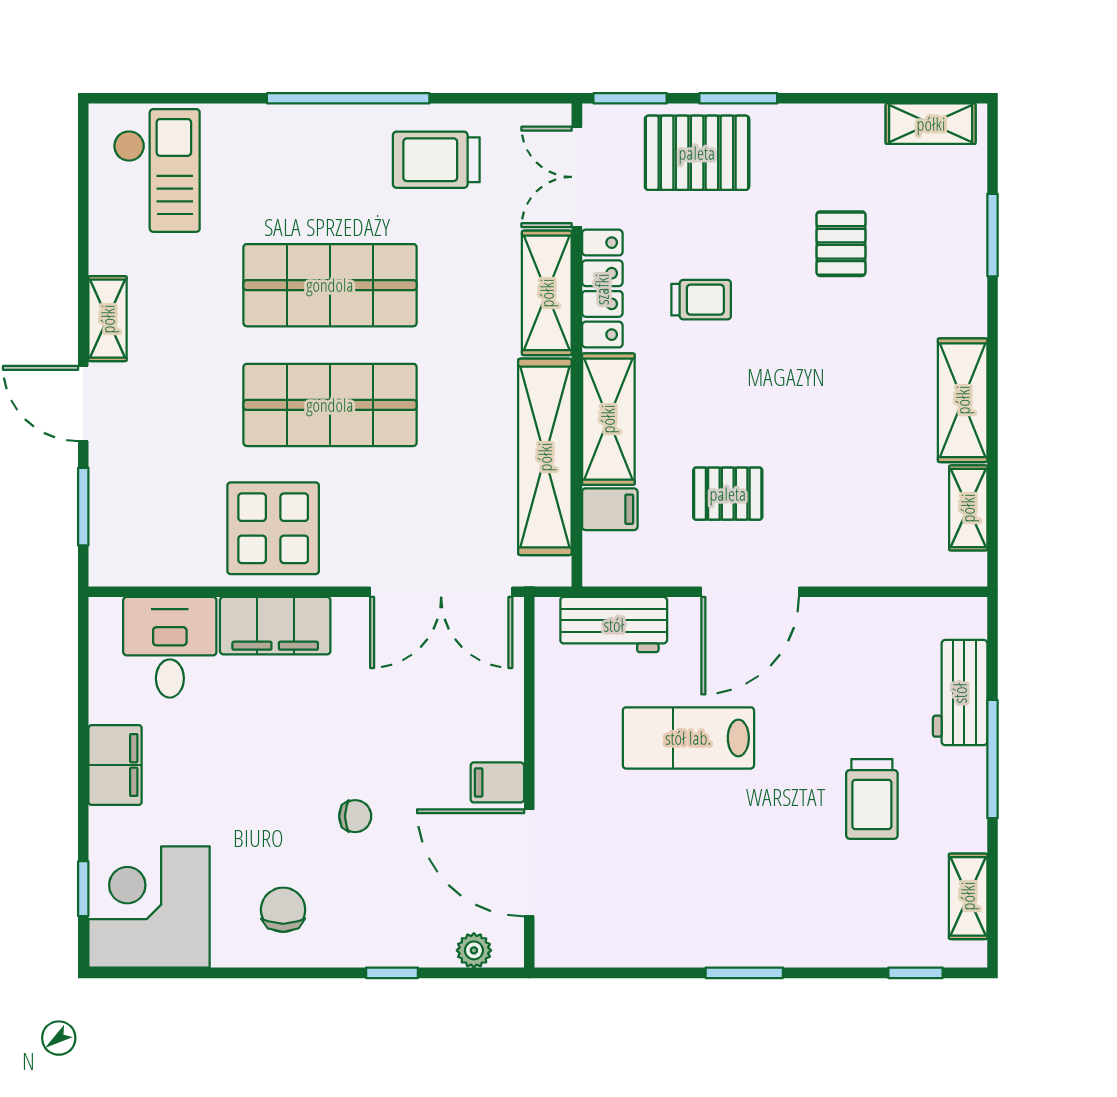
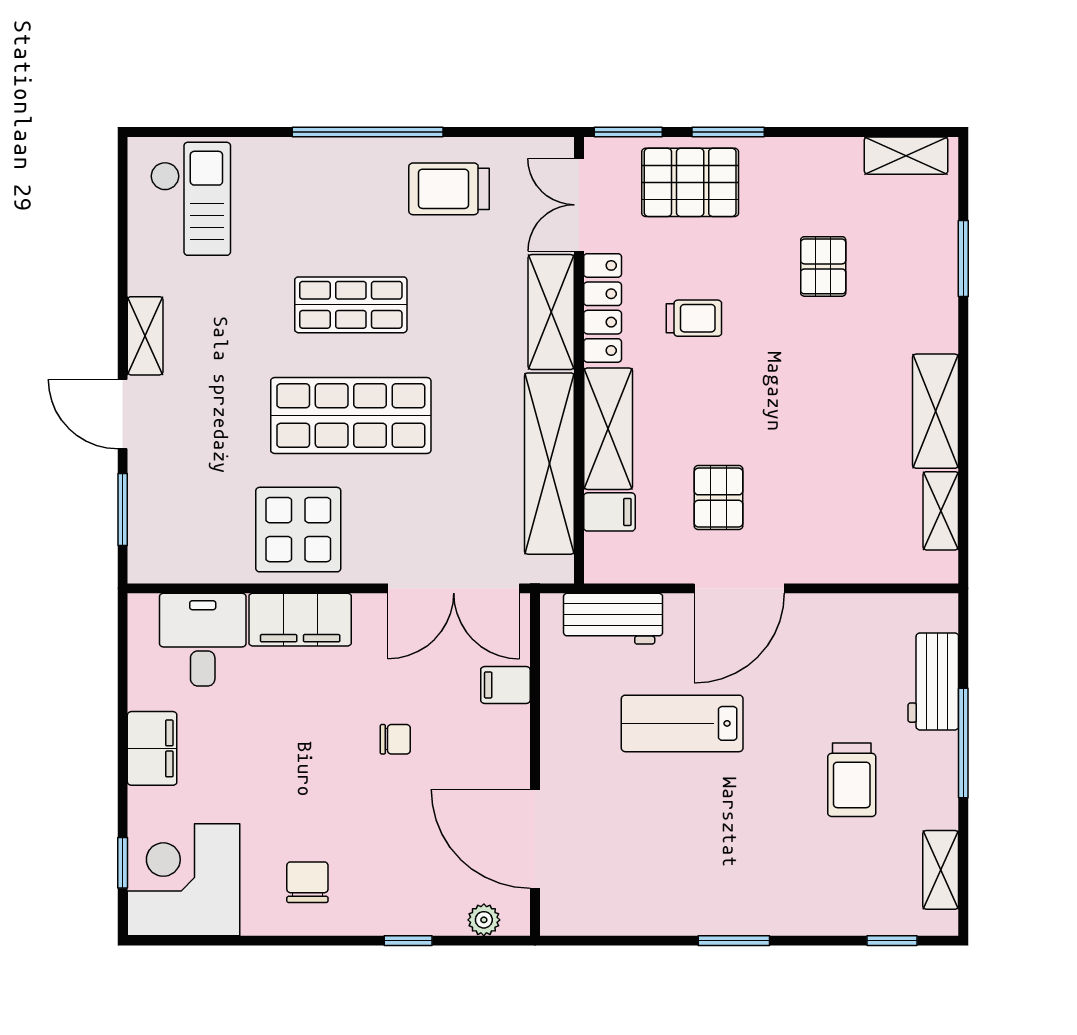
shop shelf: (330, 285) -> (351, 305), width x0.70, depth x0.74
pallet: (728, 494) -> (719, 498), turned 90
filing cabinet: (497, 782) -> (505, 685), moved
chair: (355, 816) -> (395, 739), moved

